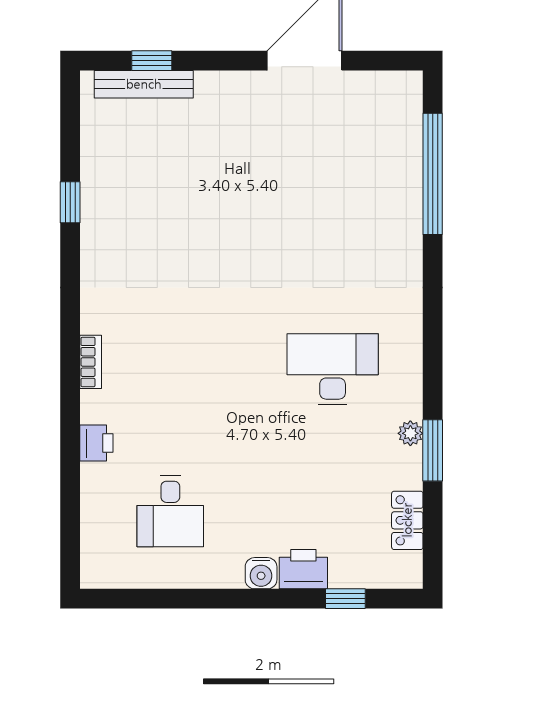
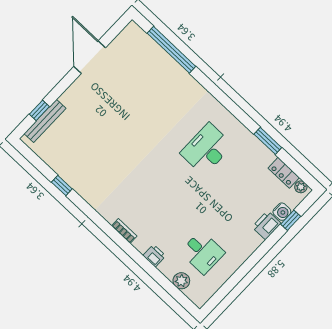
plant: (410, 433) -> (301, 187), moved
plant: (97, 520) -> (181, 281), added
water cooler: (261, 573) -> (282, 212), moved

